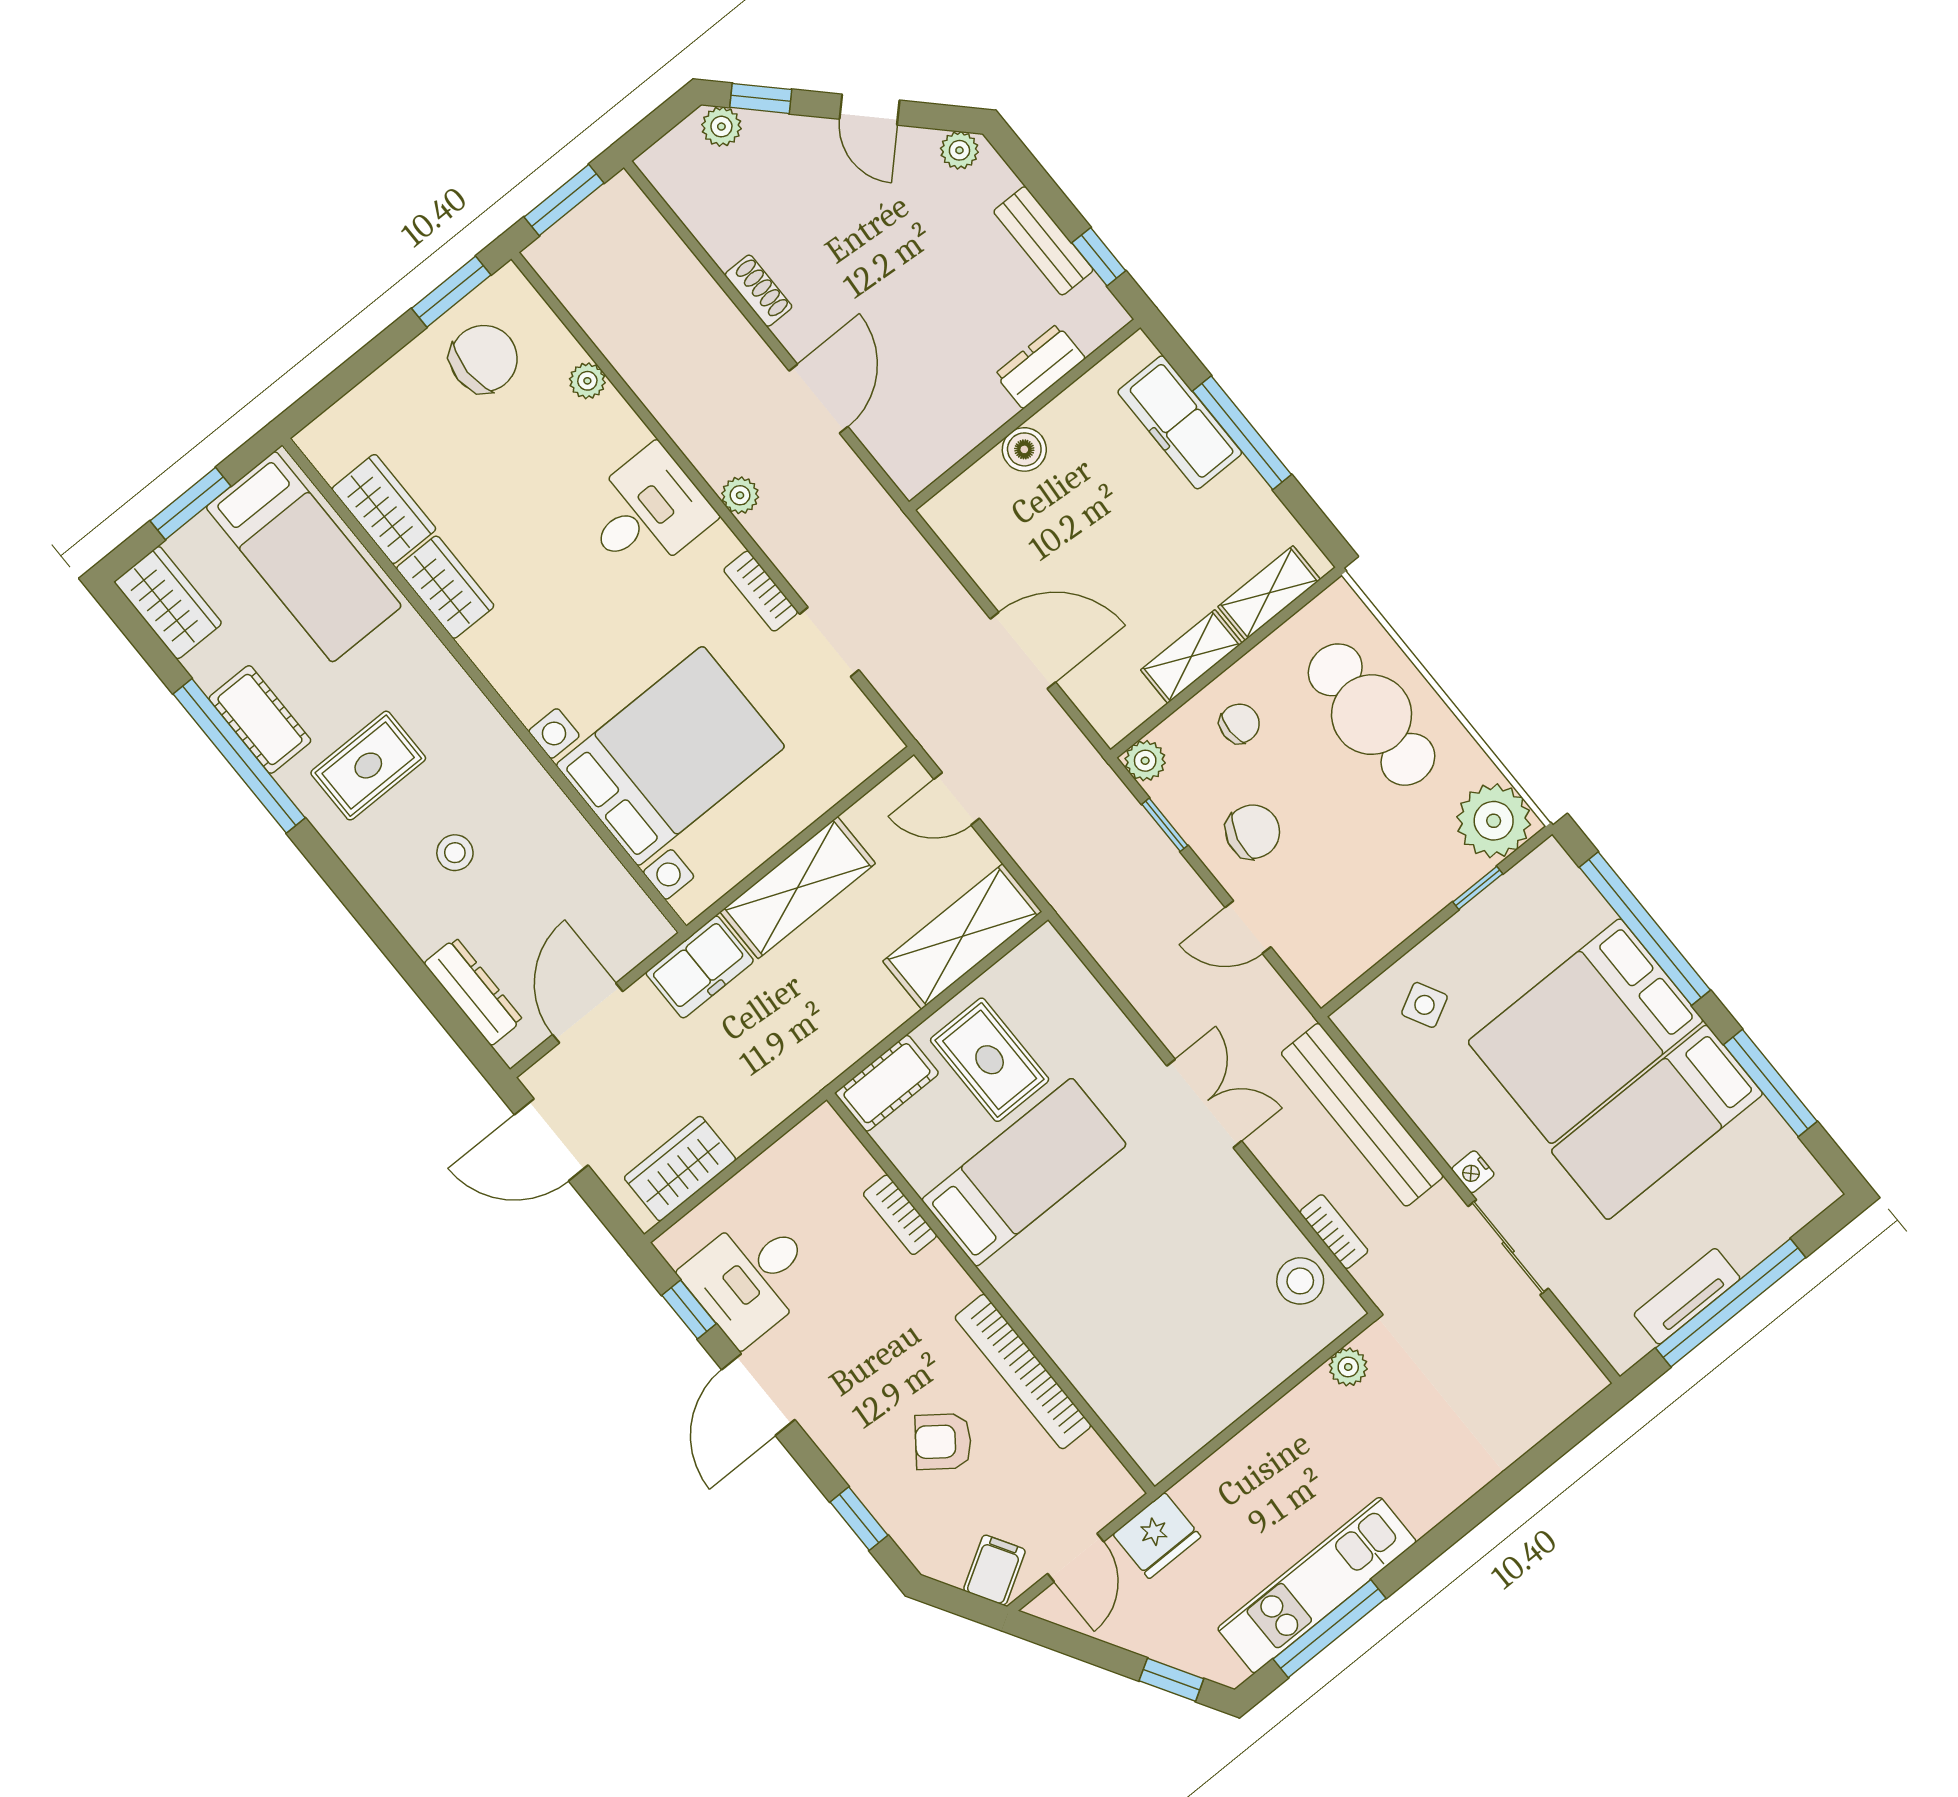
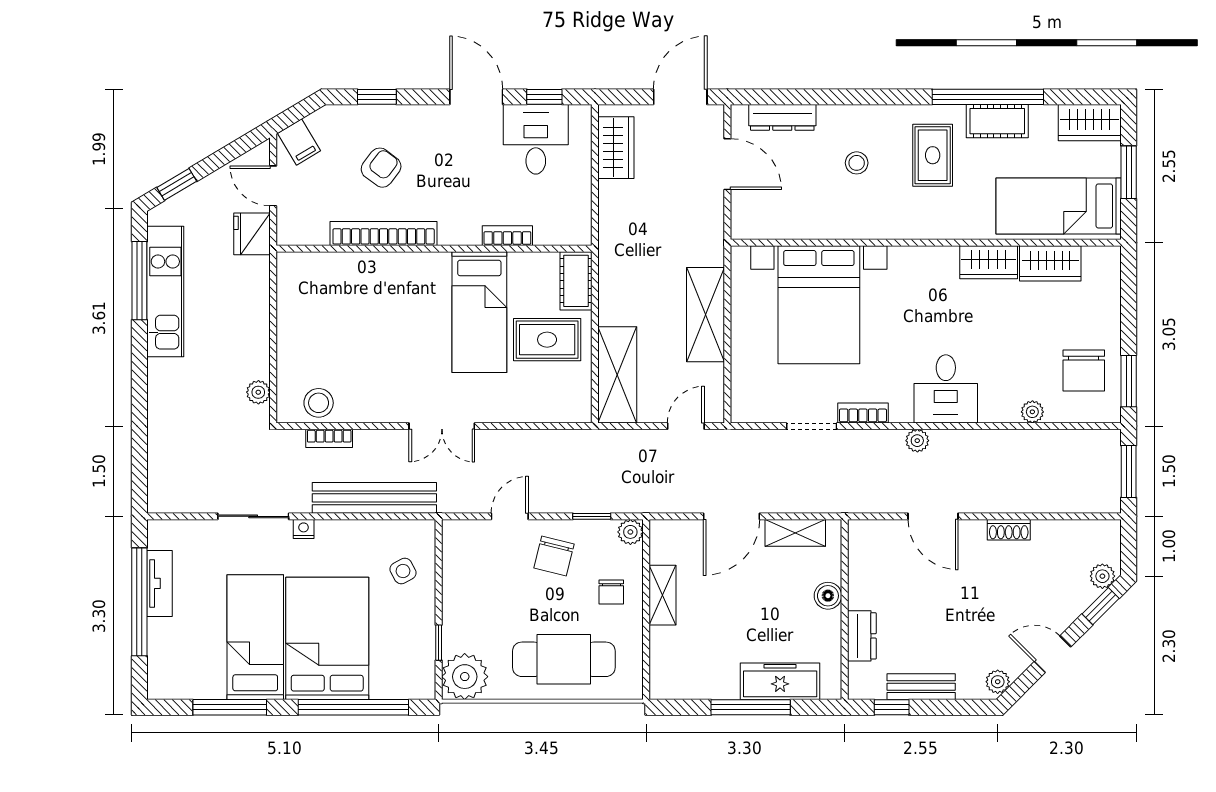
shelving: (1269, 593) -> (795, 533), moved, turned 90
freezer: (700, 967) -> (706, 236), removed

